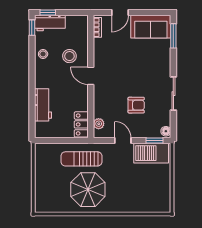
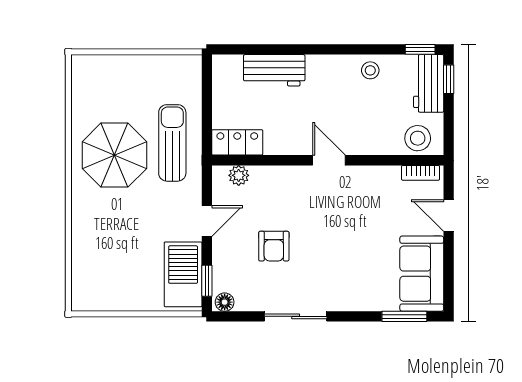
stool: (69, 56) -> (418, 138), moved
door: (91, 76) -> (329, 160), hinge flipped

